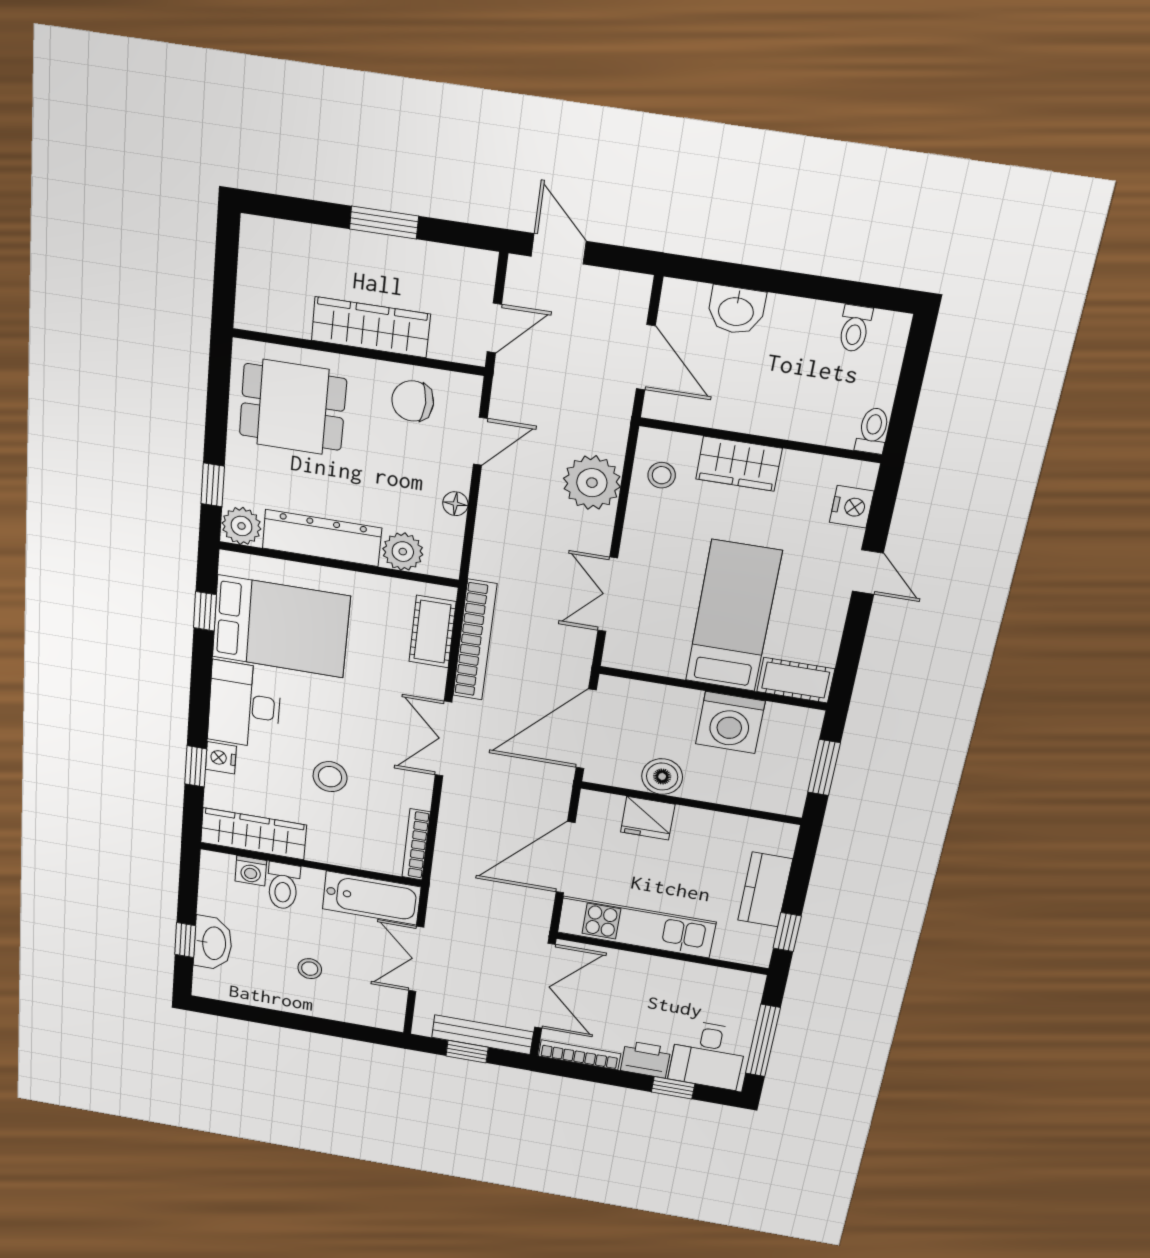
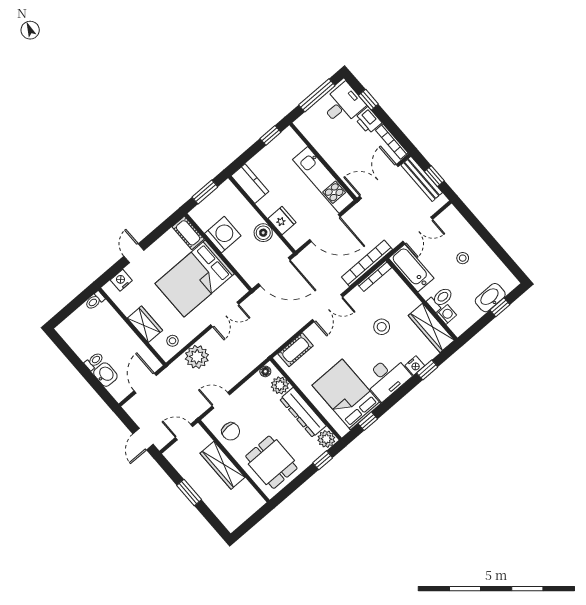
toilet: (855, 328) -> (94, 361), moved
floor lamp: (455, 504) -> (265, 371), moved
bed: (733, 616) -> (195, 279), width x1.50
bookcase: (475, 640) -> (367, 263), moved
kitchen counter: (765, 890) -> (250, 184), moved, turned -90

